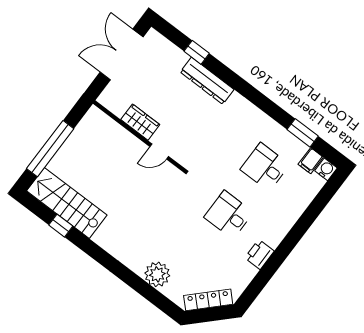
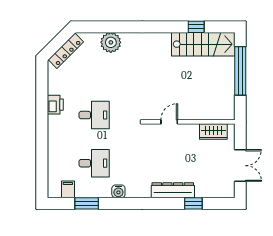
double door: (122, 55) -> (240, 166), width x0.73
wardrobe: (140, 122) -> (213, 131), moved
water cooler: (326, 169) -> (118, 191), moved

